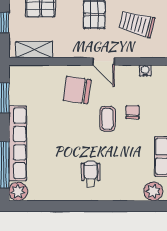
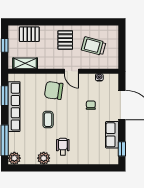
coffee table: (107, 119) -> (48, 120), moved
row of seats: (18, 143) -> (14, 107), moved
plant: (153, 191) -> (44, 158), moved

